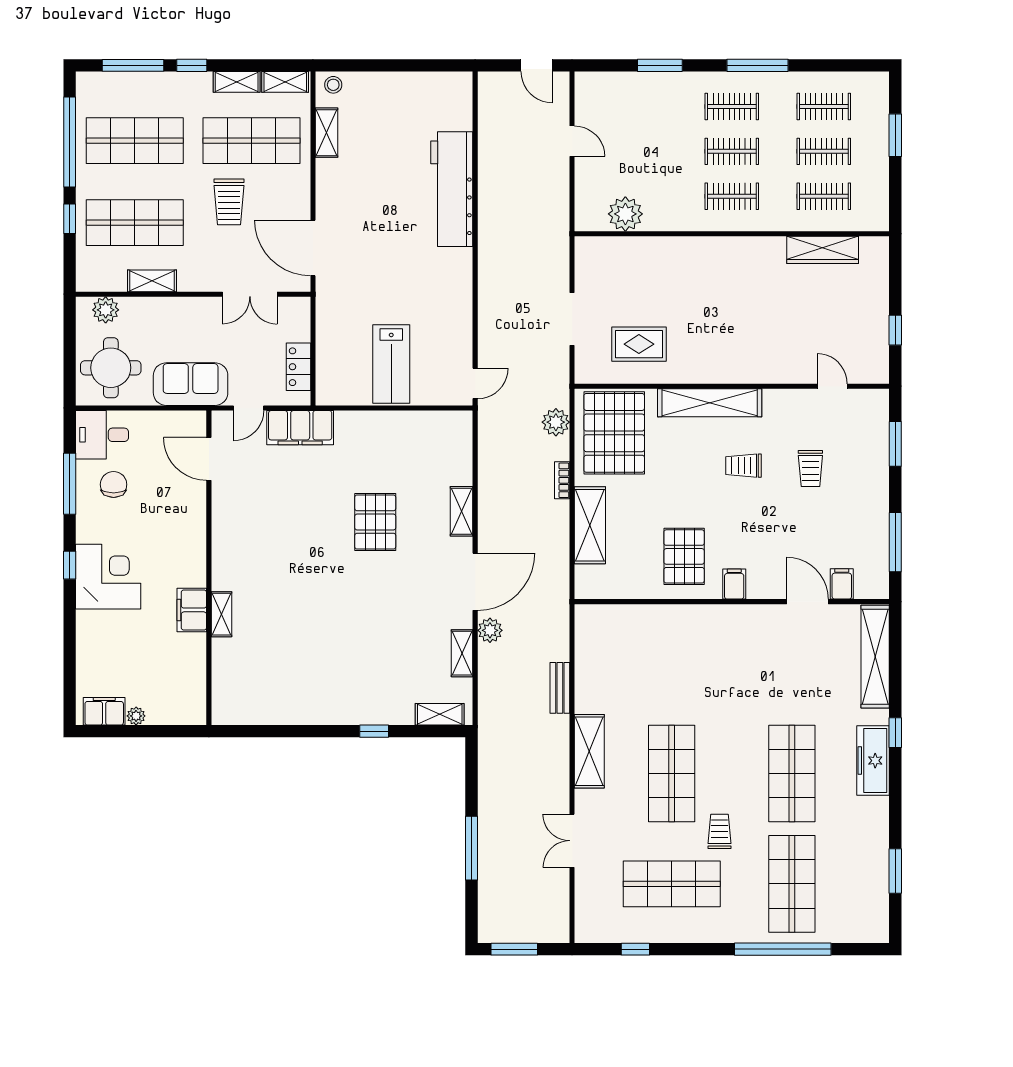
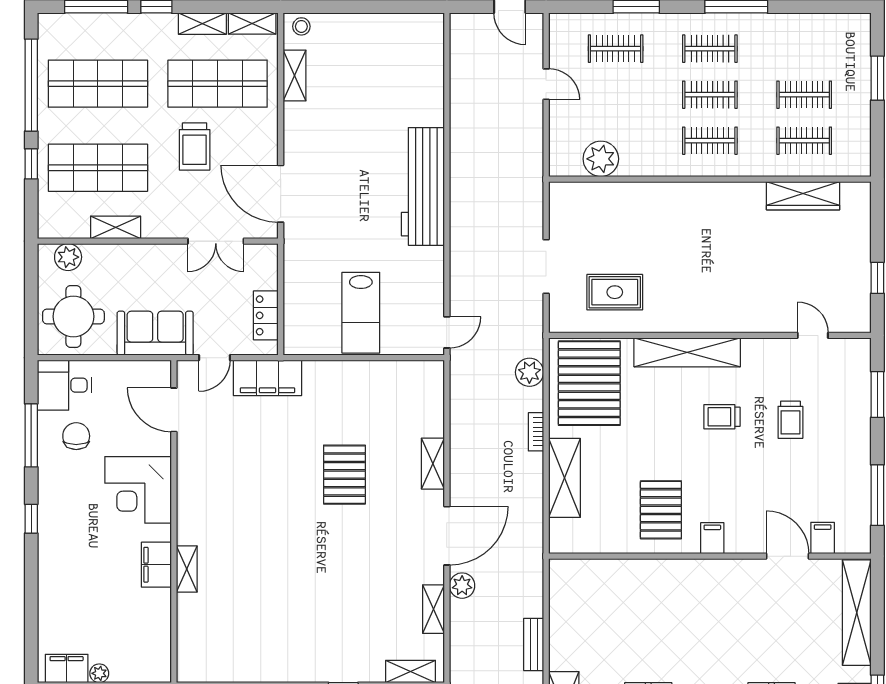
clothes rail: (824, 106) -> (616, 49), moved
workbench: (452, 189) -> (423, 186), moved
corner desk: (108, 577) -> (138, 490), moved, turned 180

